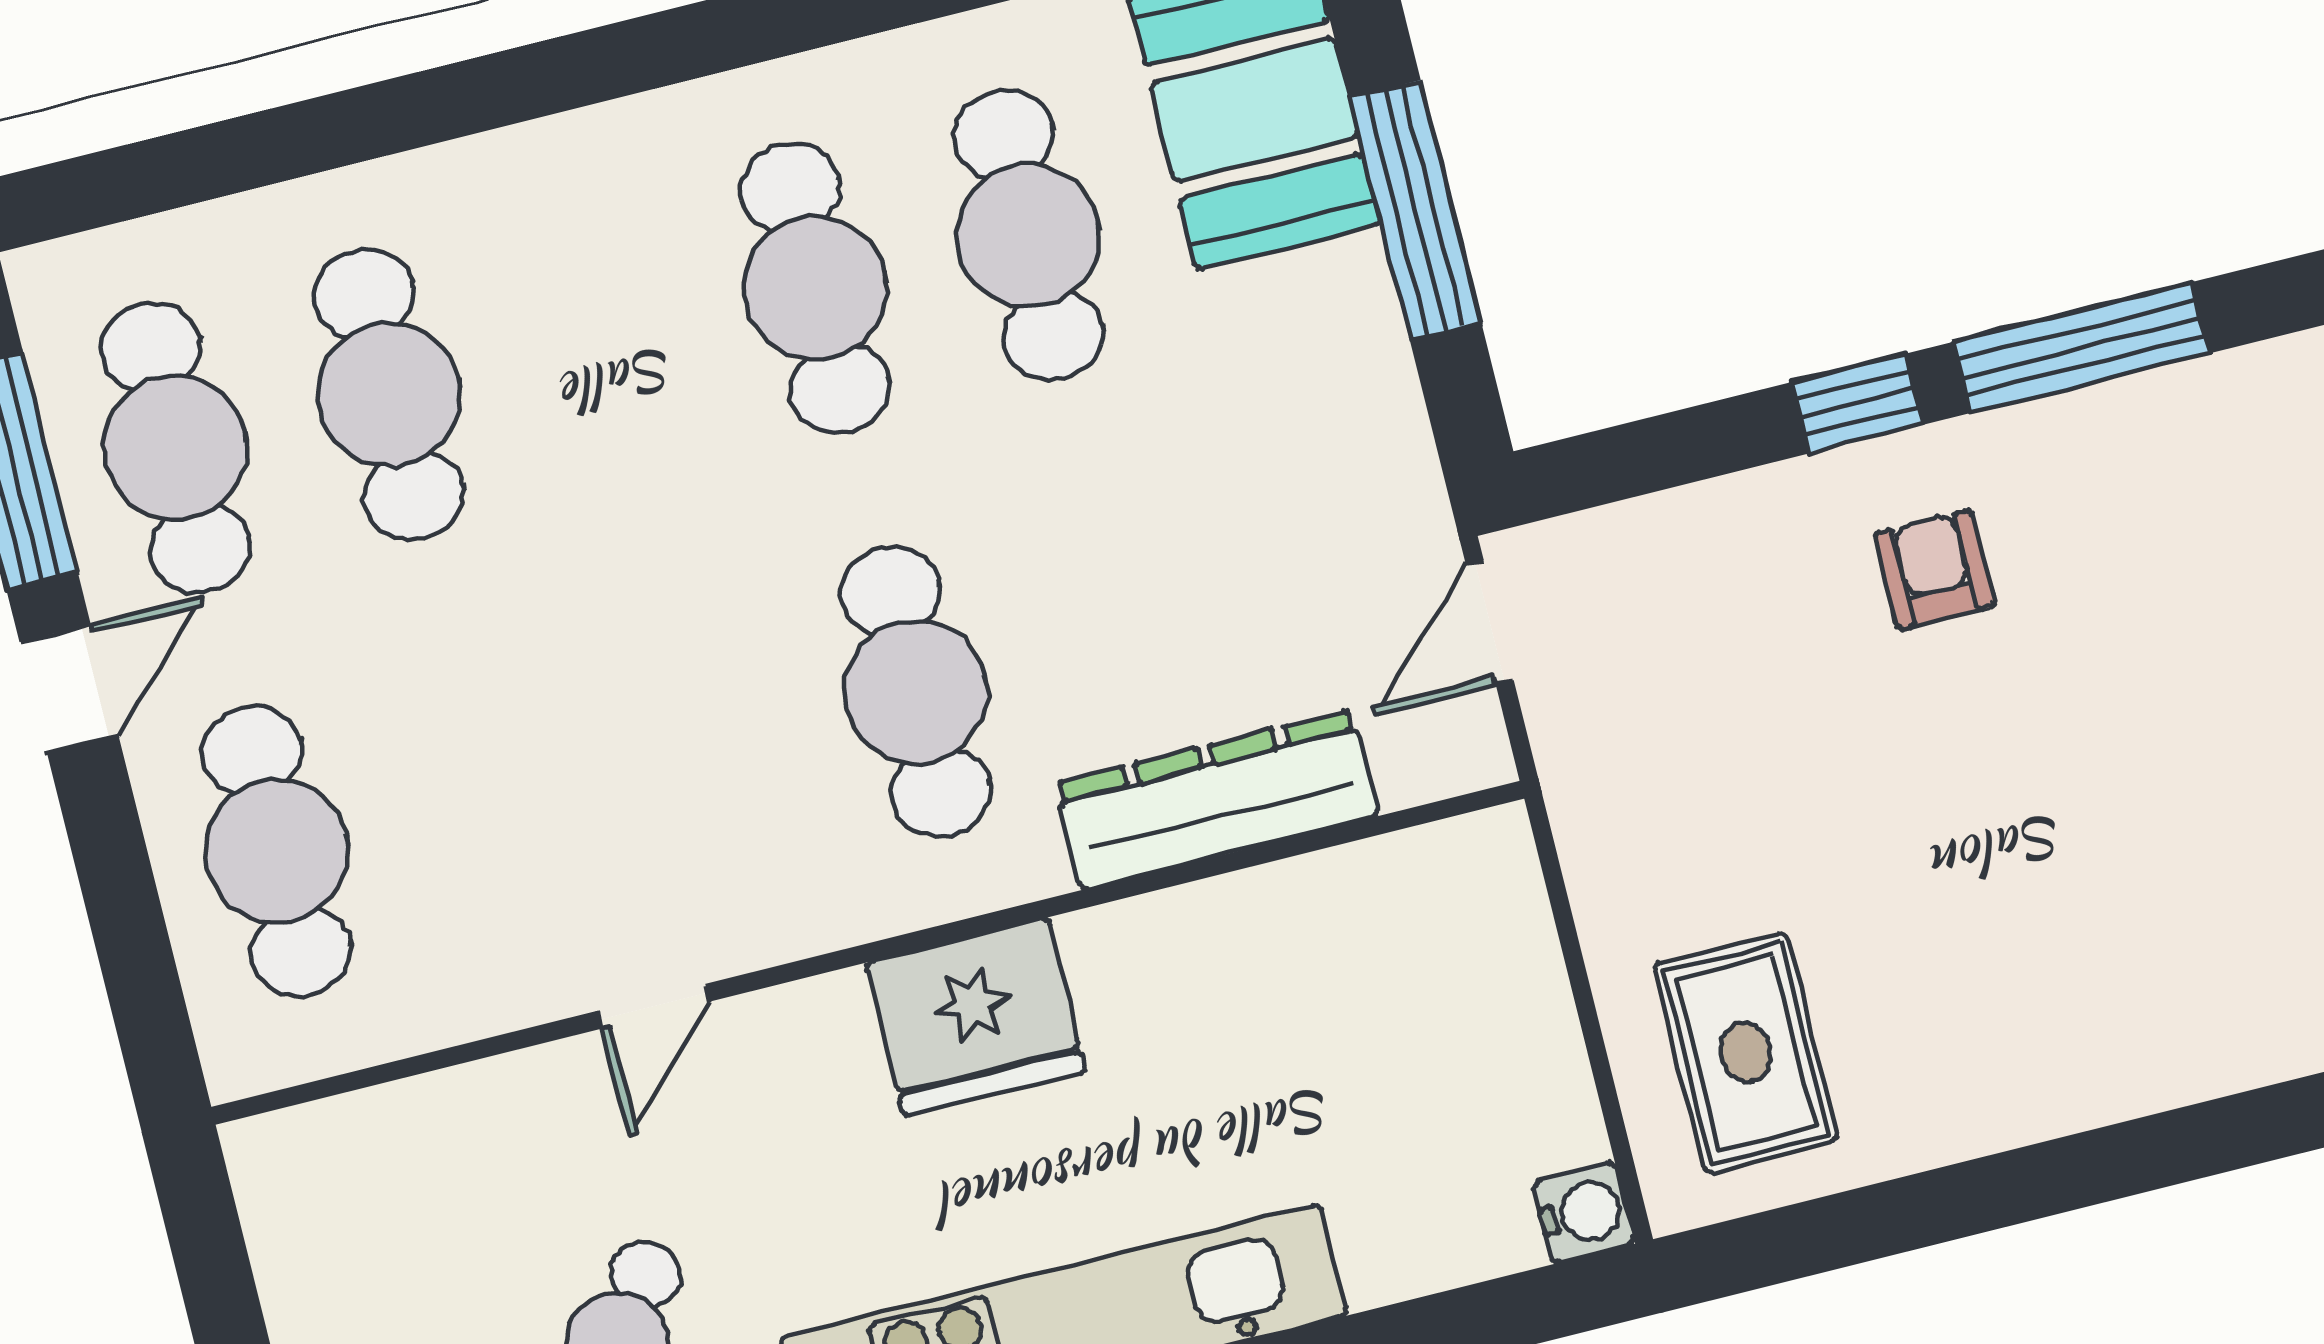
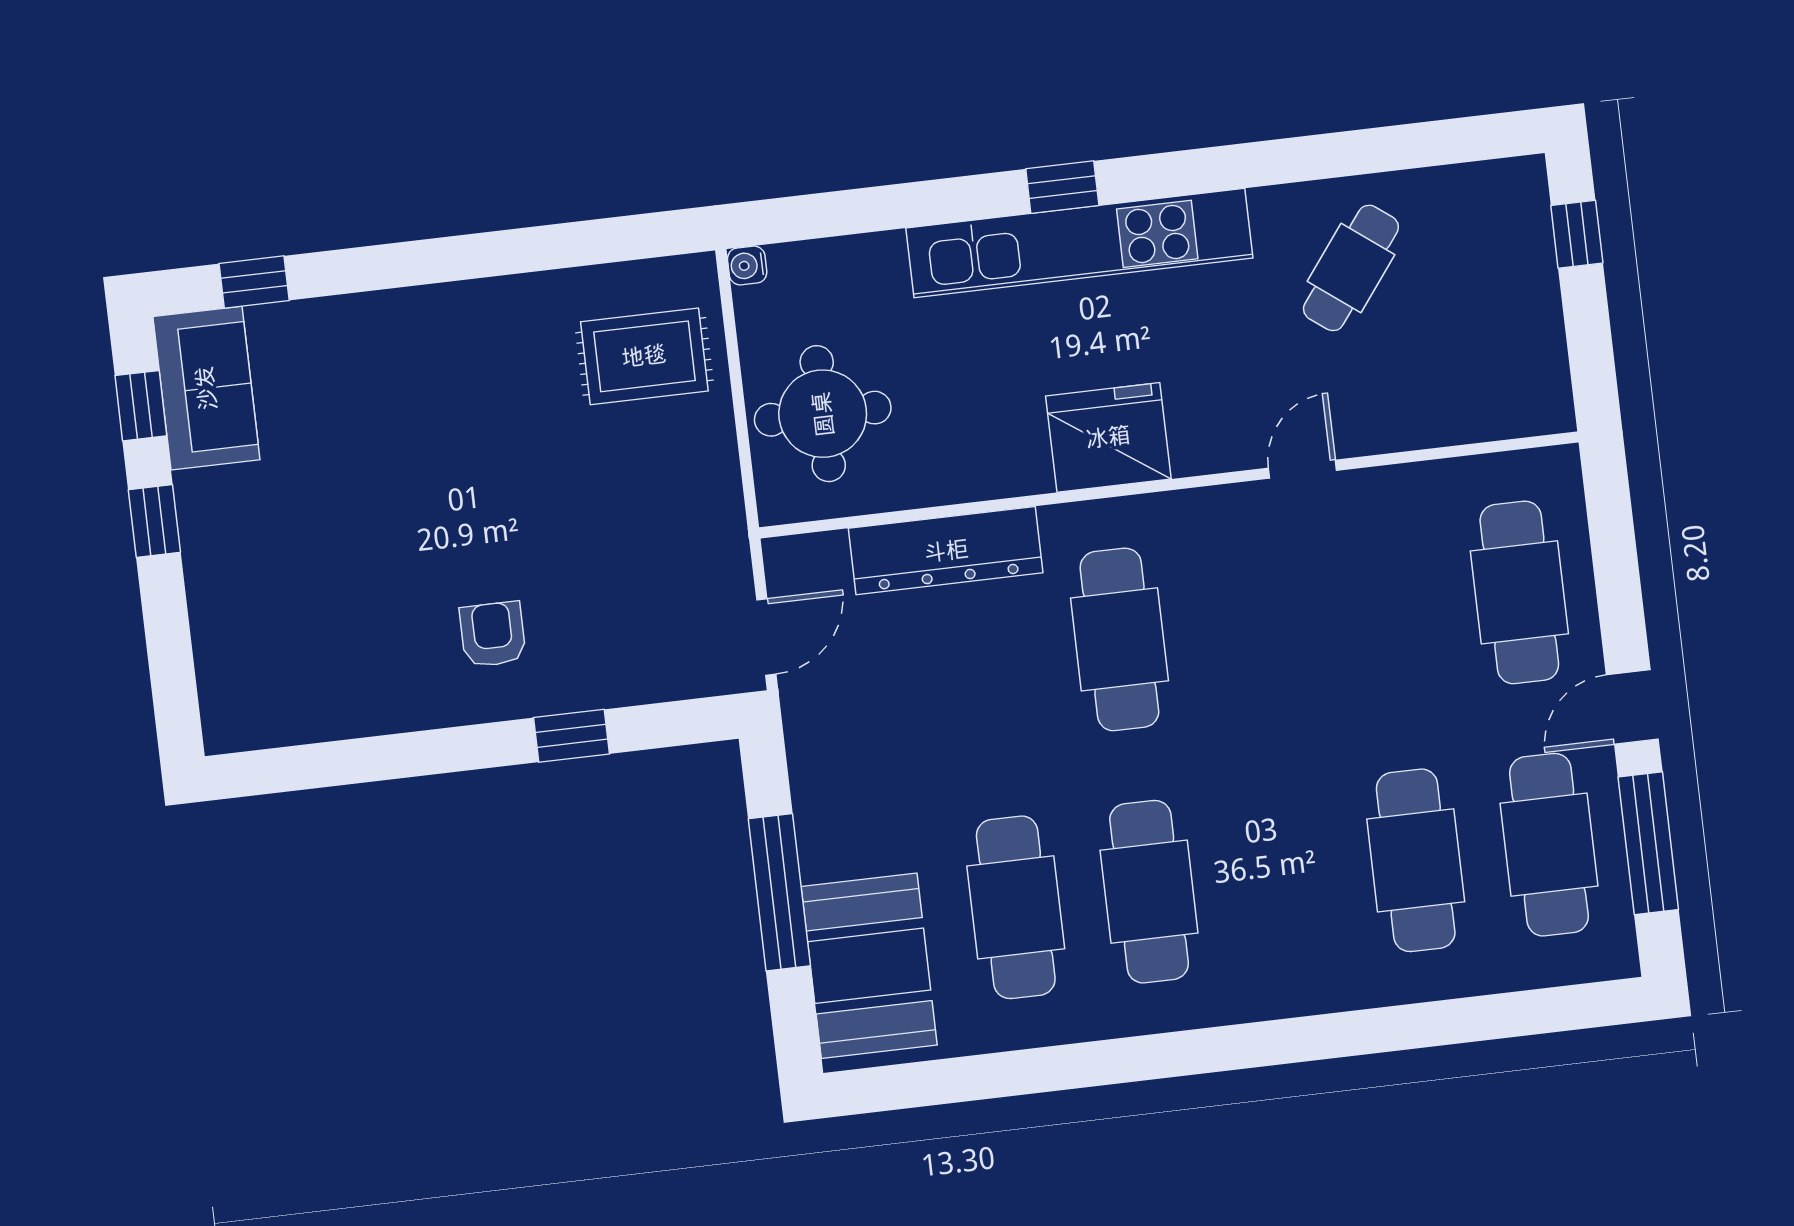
window: (2081, 348) -> (386, 757), removed
window: (1857, 404) -> (571, 736), moved
armchair: (1934, 570) -> (493, 634), turned 180
round table: (1444, 997) -> (823, 414), added
rug: (1746, 1053) -> (644, 356), turned 90
water cooler: (1584, 1213) -> (747, 266), width x0.72, depth x0.72

